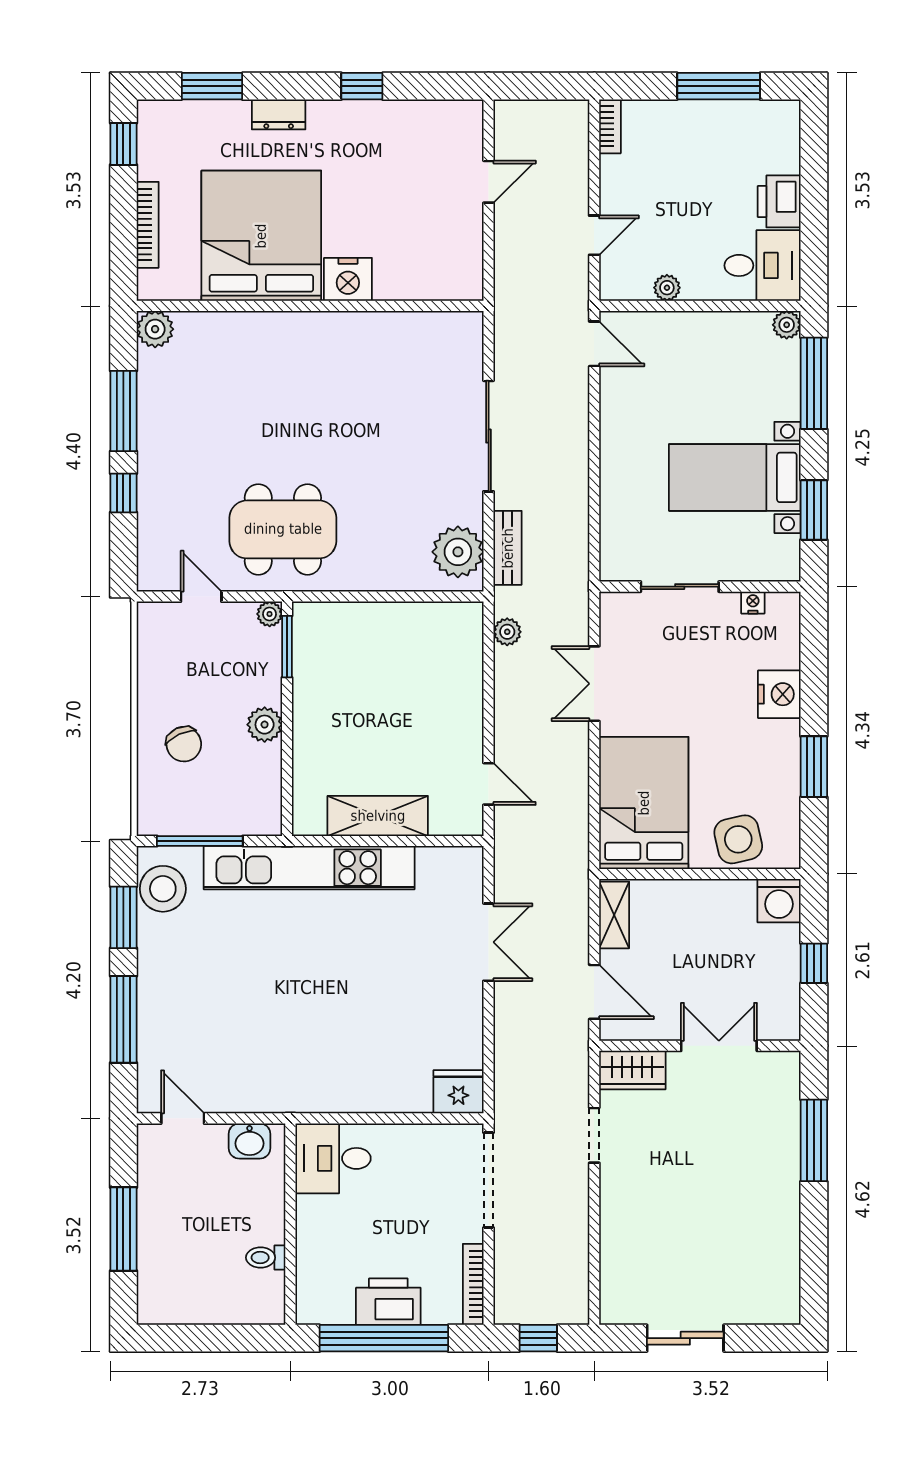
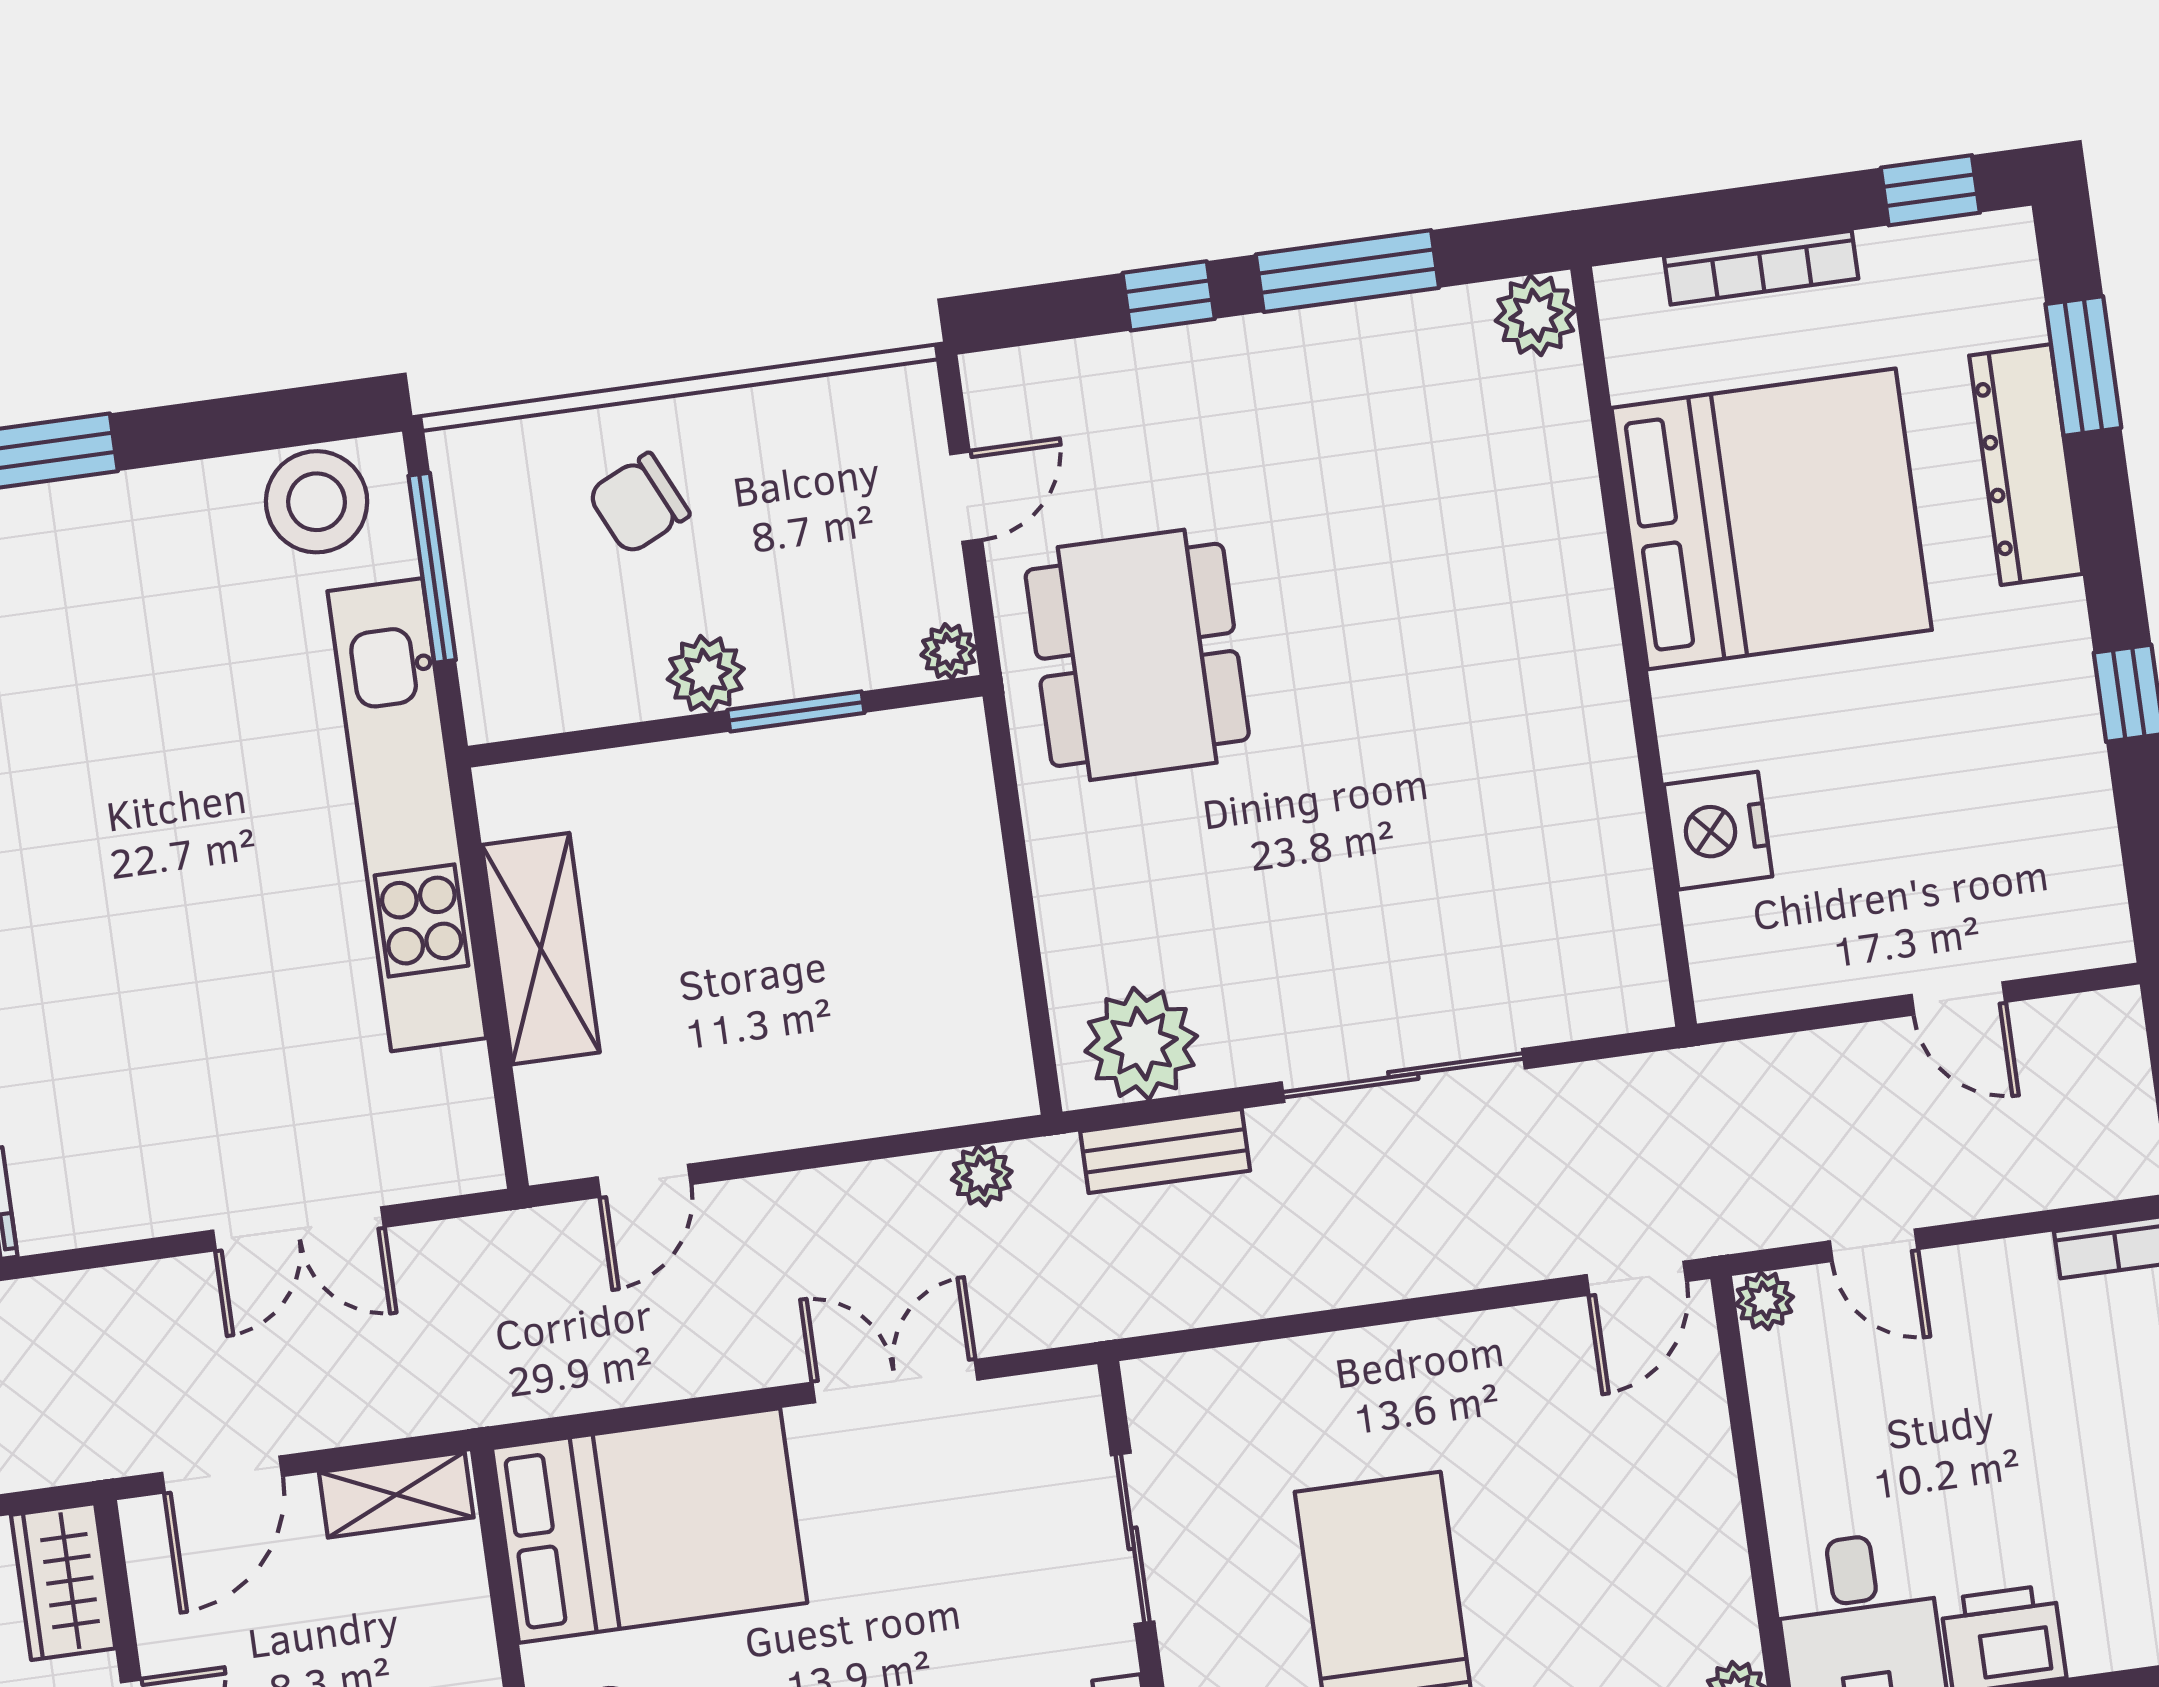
dresser: (279, 114) -> (2026, 465), width x1.96, depth x1.24
nightstand: (348, 279) -> (1718, 831), moved
plant: (667, 288) -> (1765, 1301), moved
window: (287, 647) -> (796, 711), moved
window: (123, 917) -> (242, 424), removed

